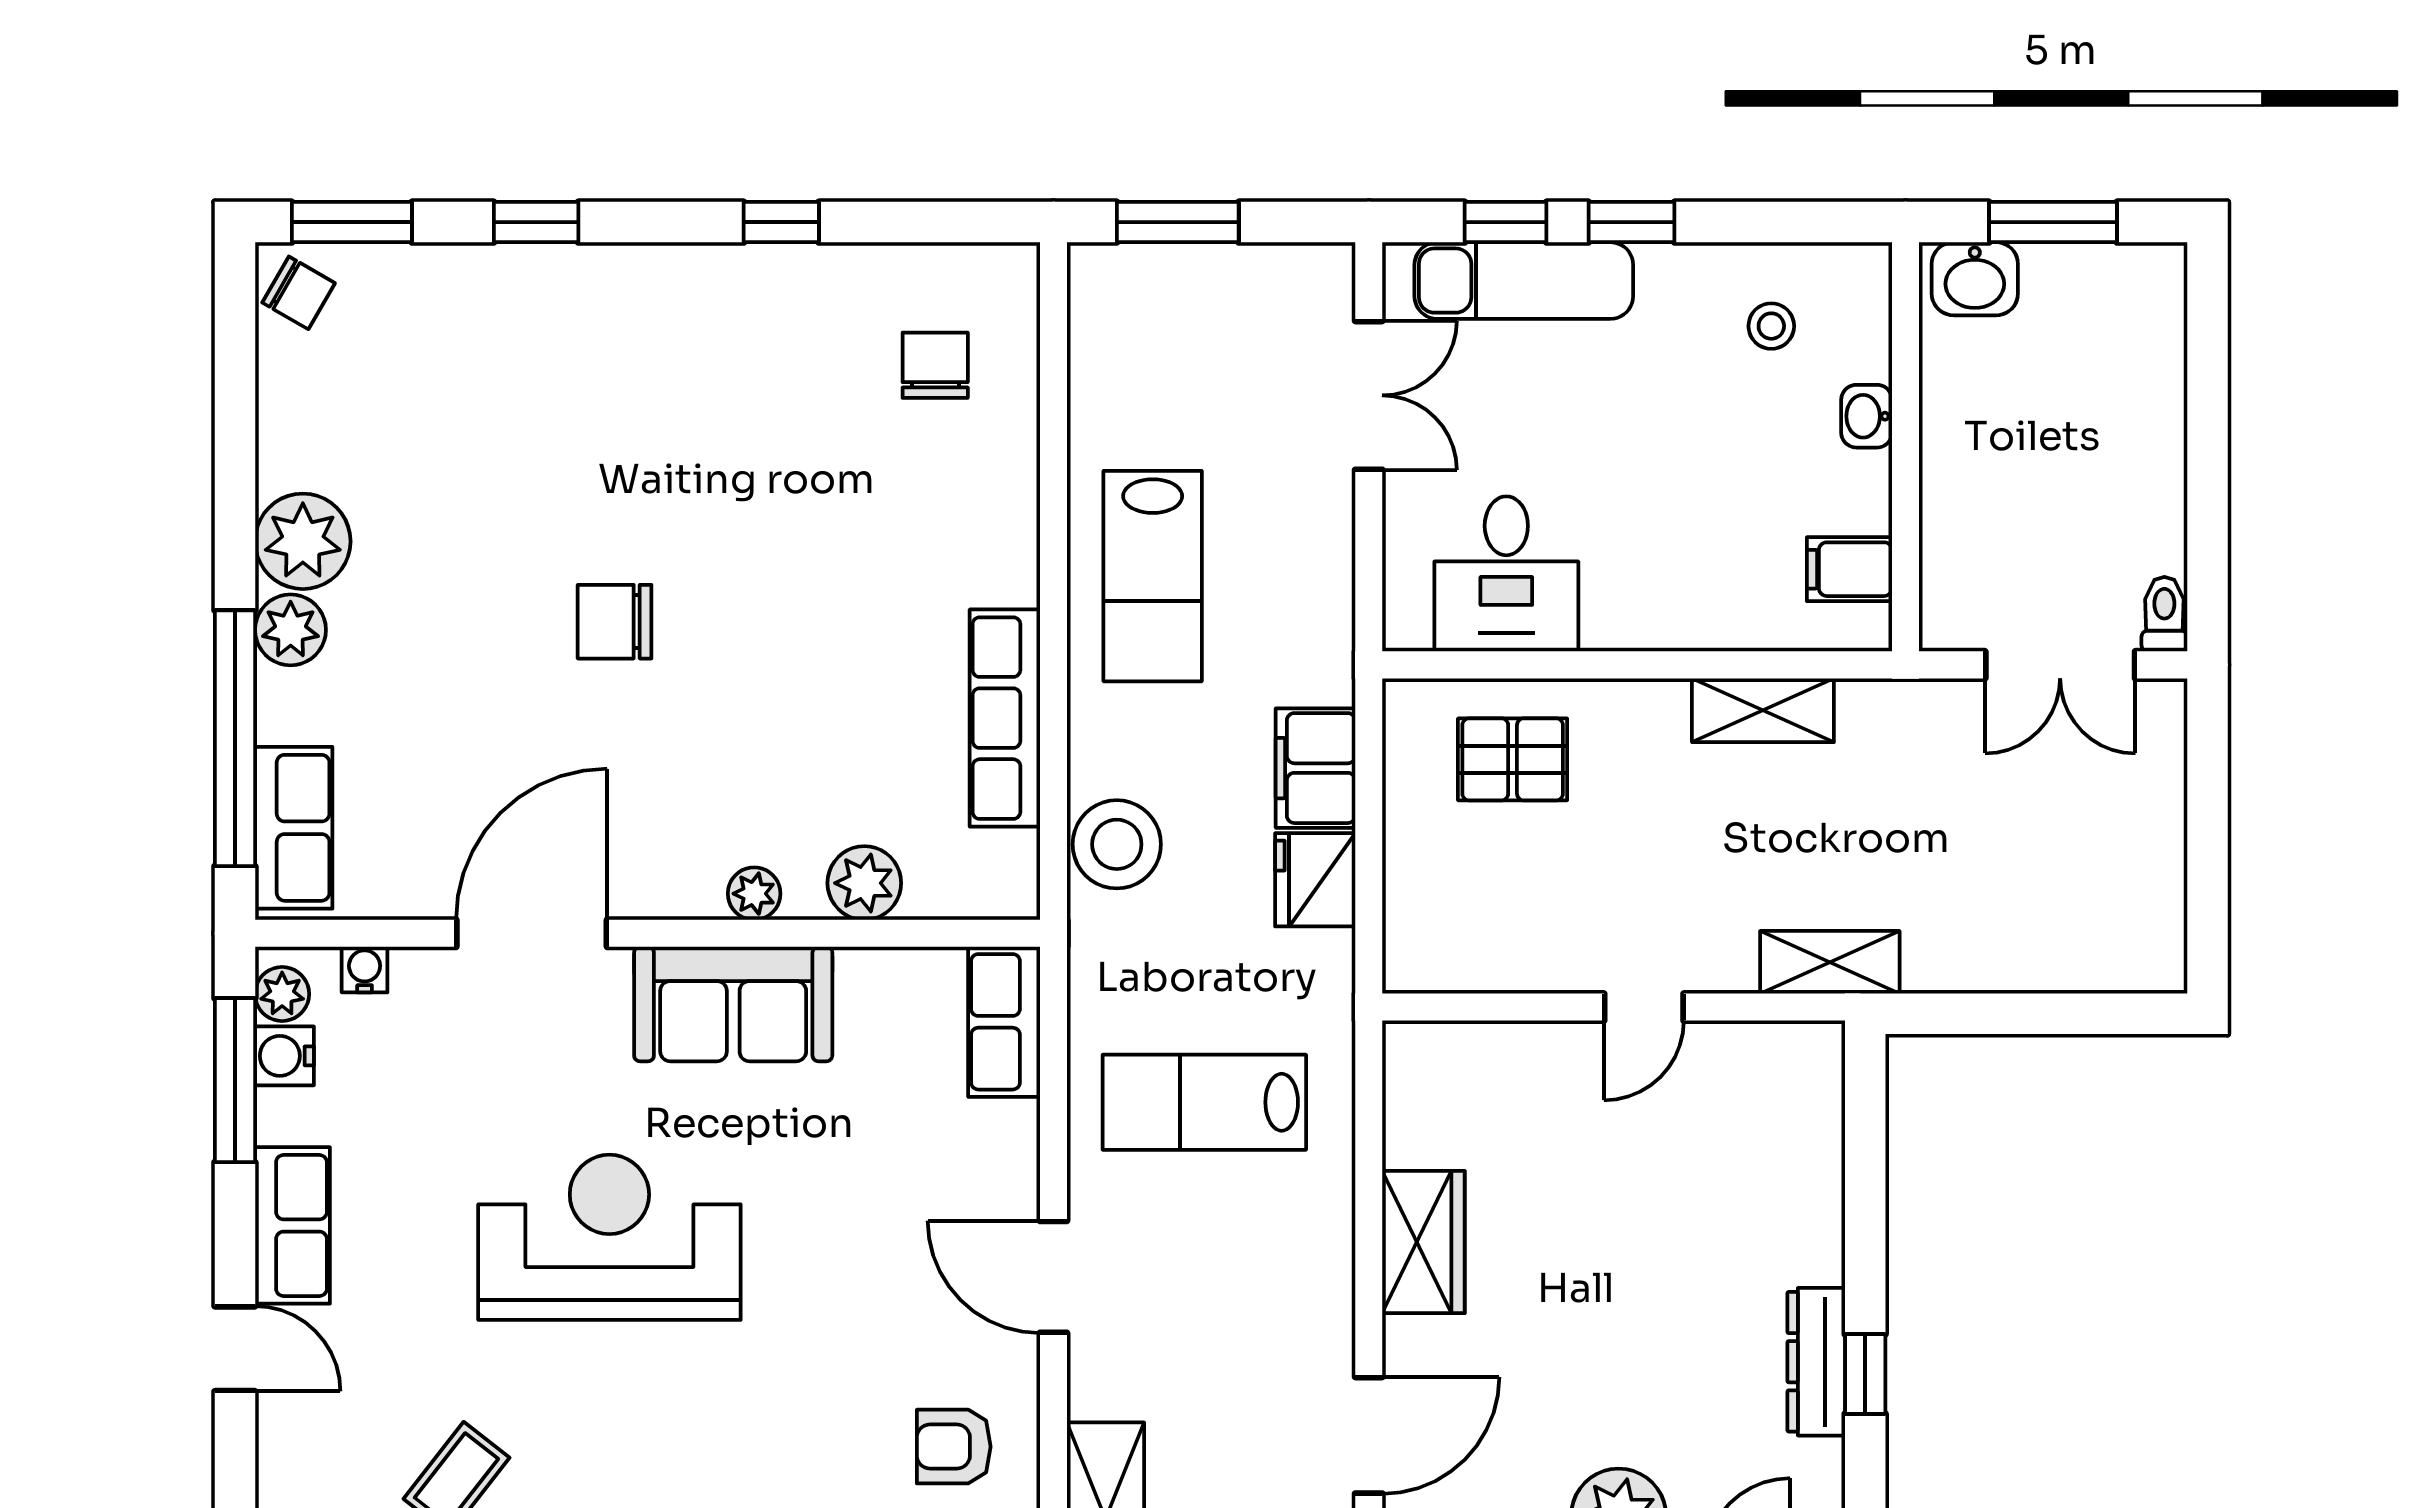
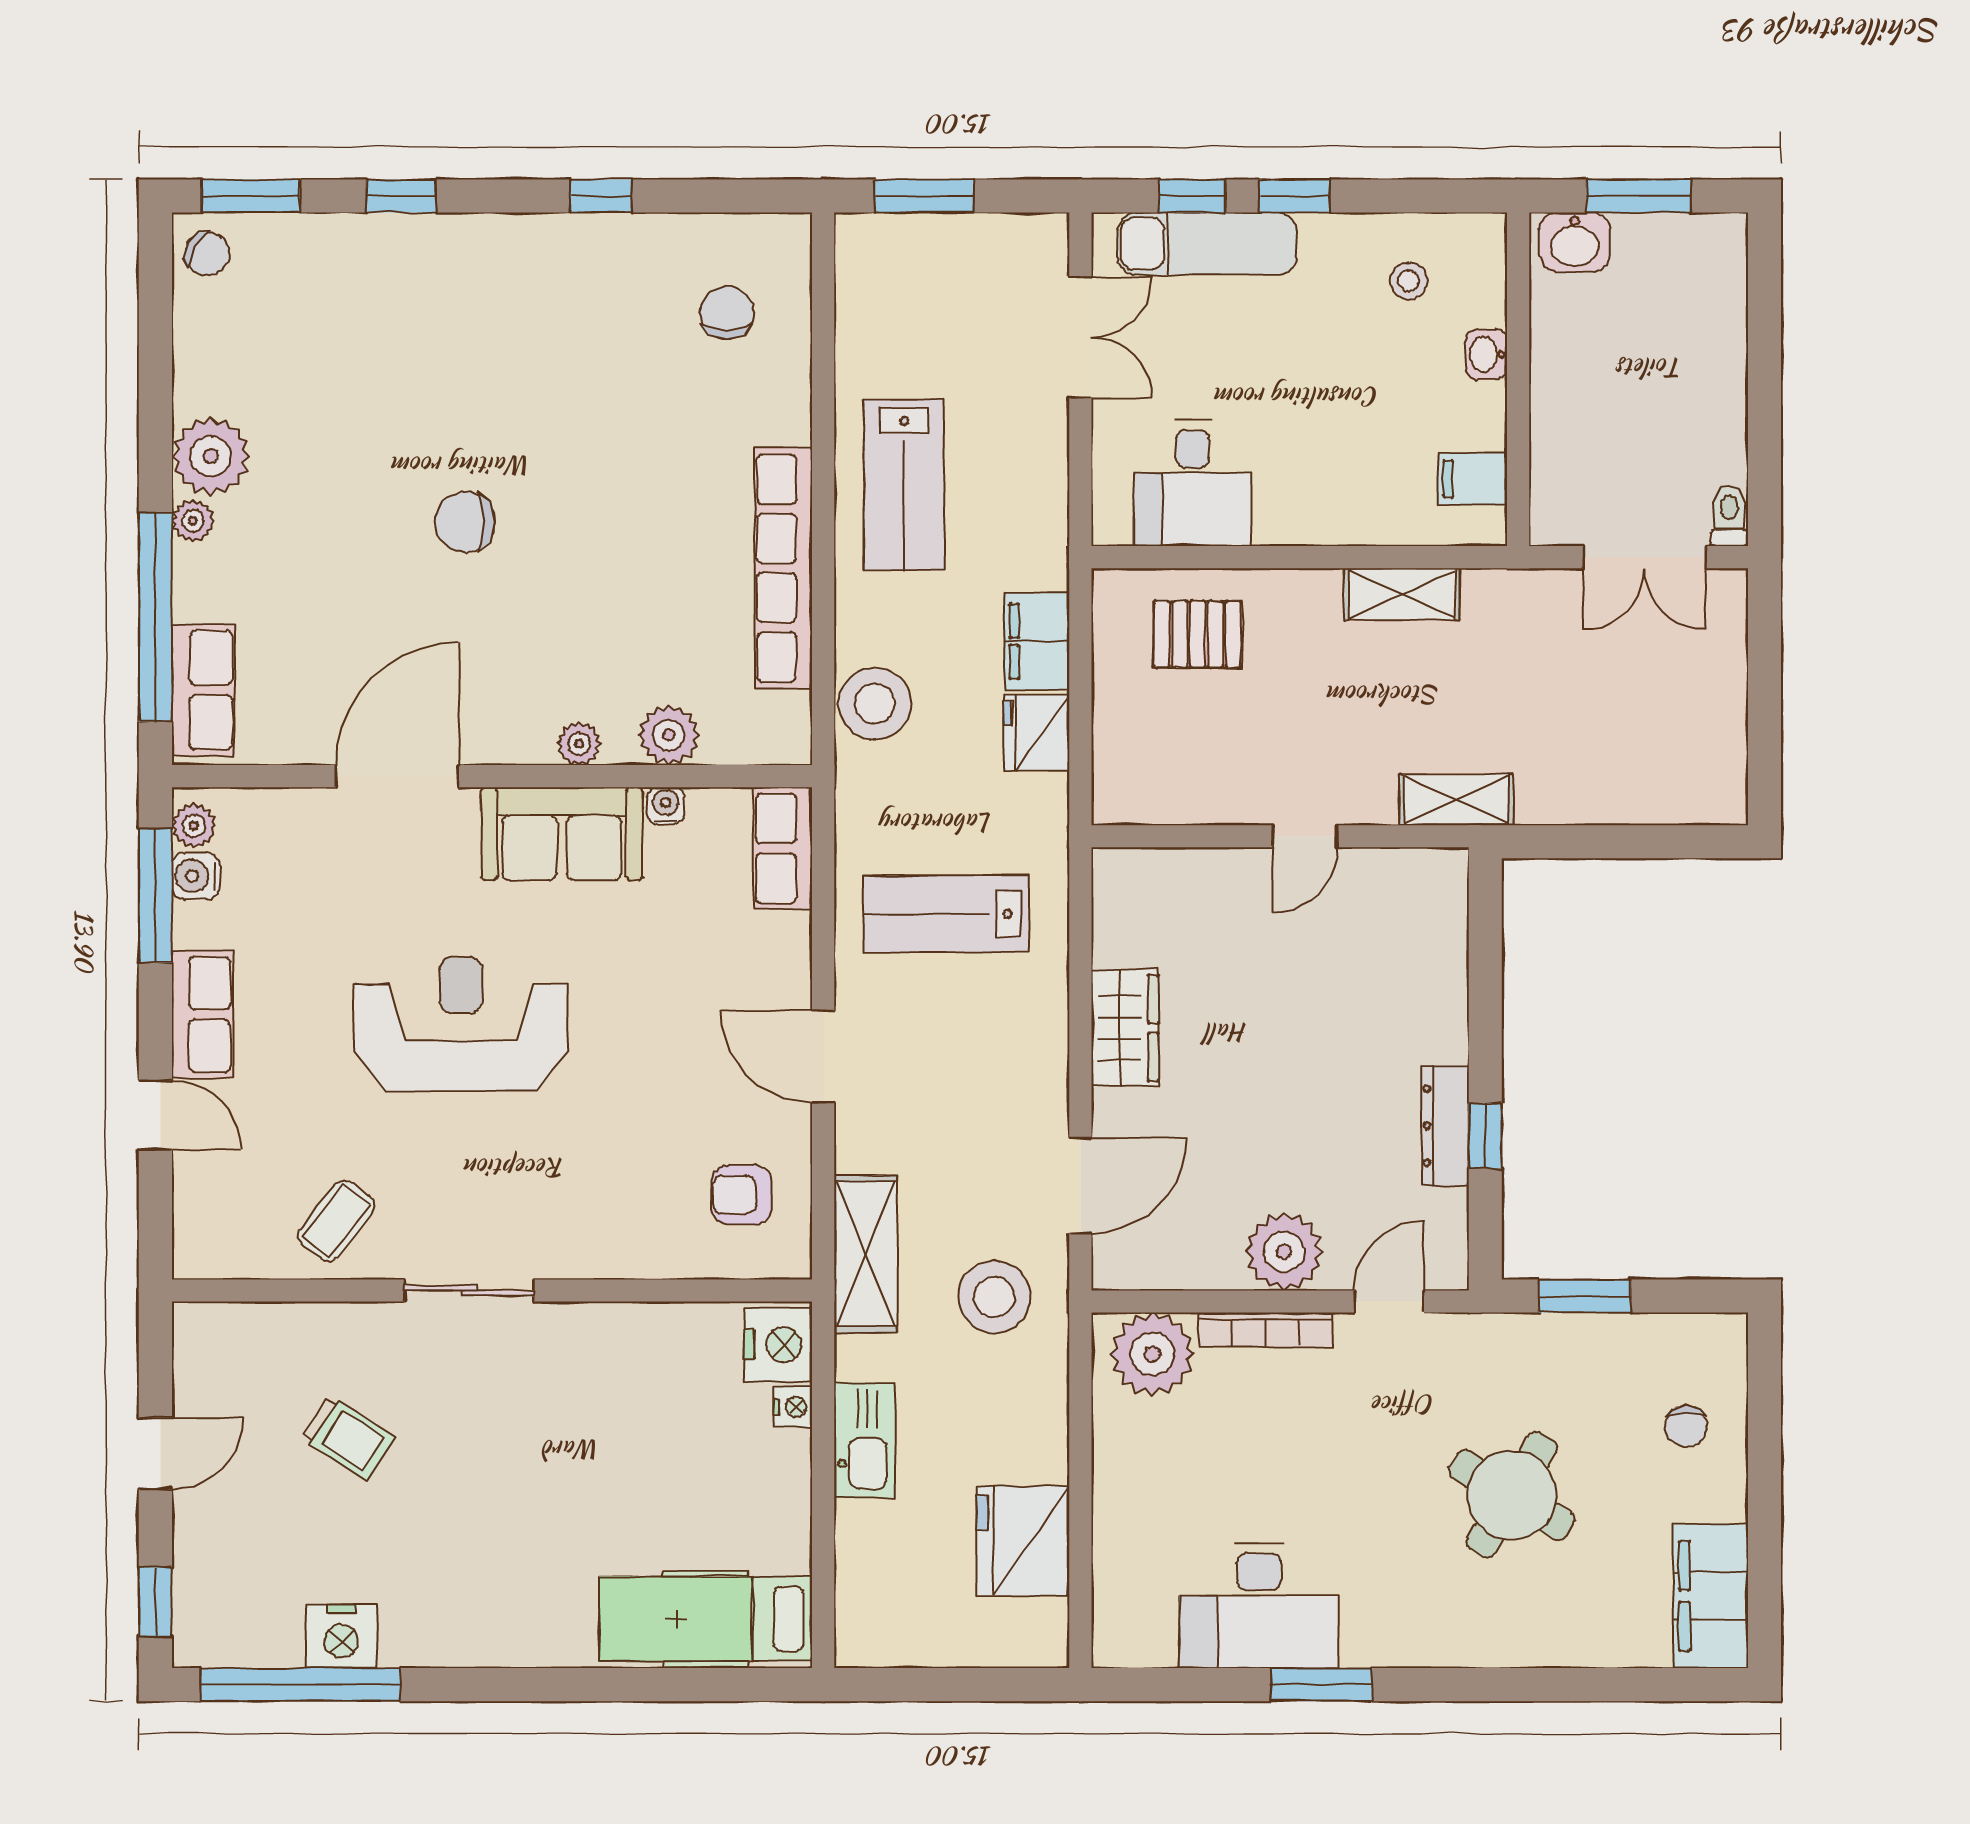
plant: (291, 630) -> (193, 521), width x0.73, depth x0.73
row of seats: (1005, 718) -> (783, 568), width x1.36
water cooler: (365, 970) -> (666, 806), moved

